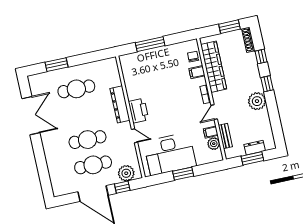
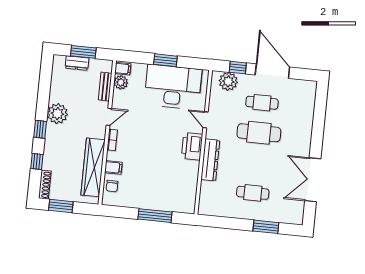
cafe table: (76, 89) -> (253, 193), width x0.73, depth x0.74
filing cabinet: (211, 132) -> (123, 69), moved
cafe table: (93, 165) -> (262, 103), width x0.73, depth x0.74

